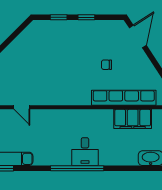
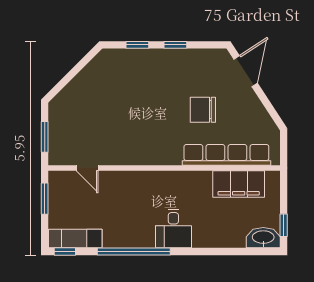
chair: (106, 65) -> (203, 110), width x1.87, depth x1.87
window: (77, 168) -> (134, 252), moved

